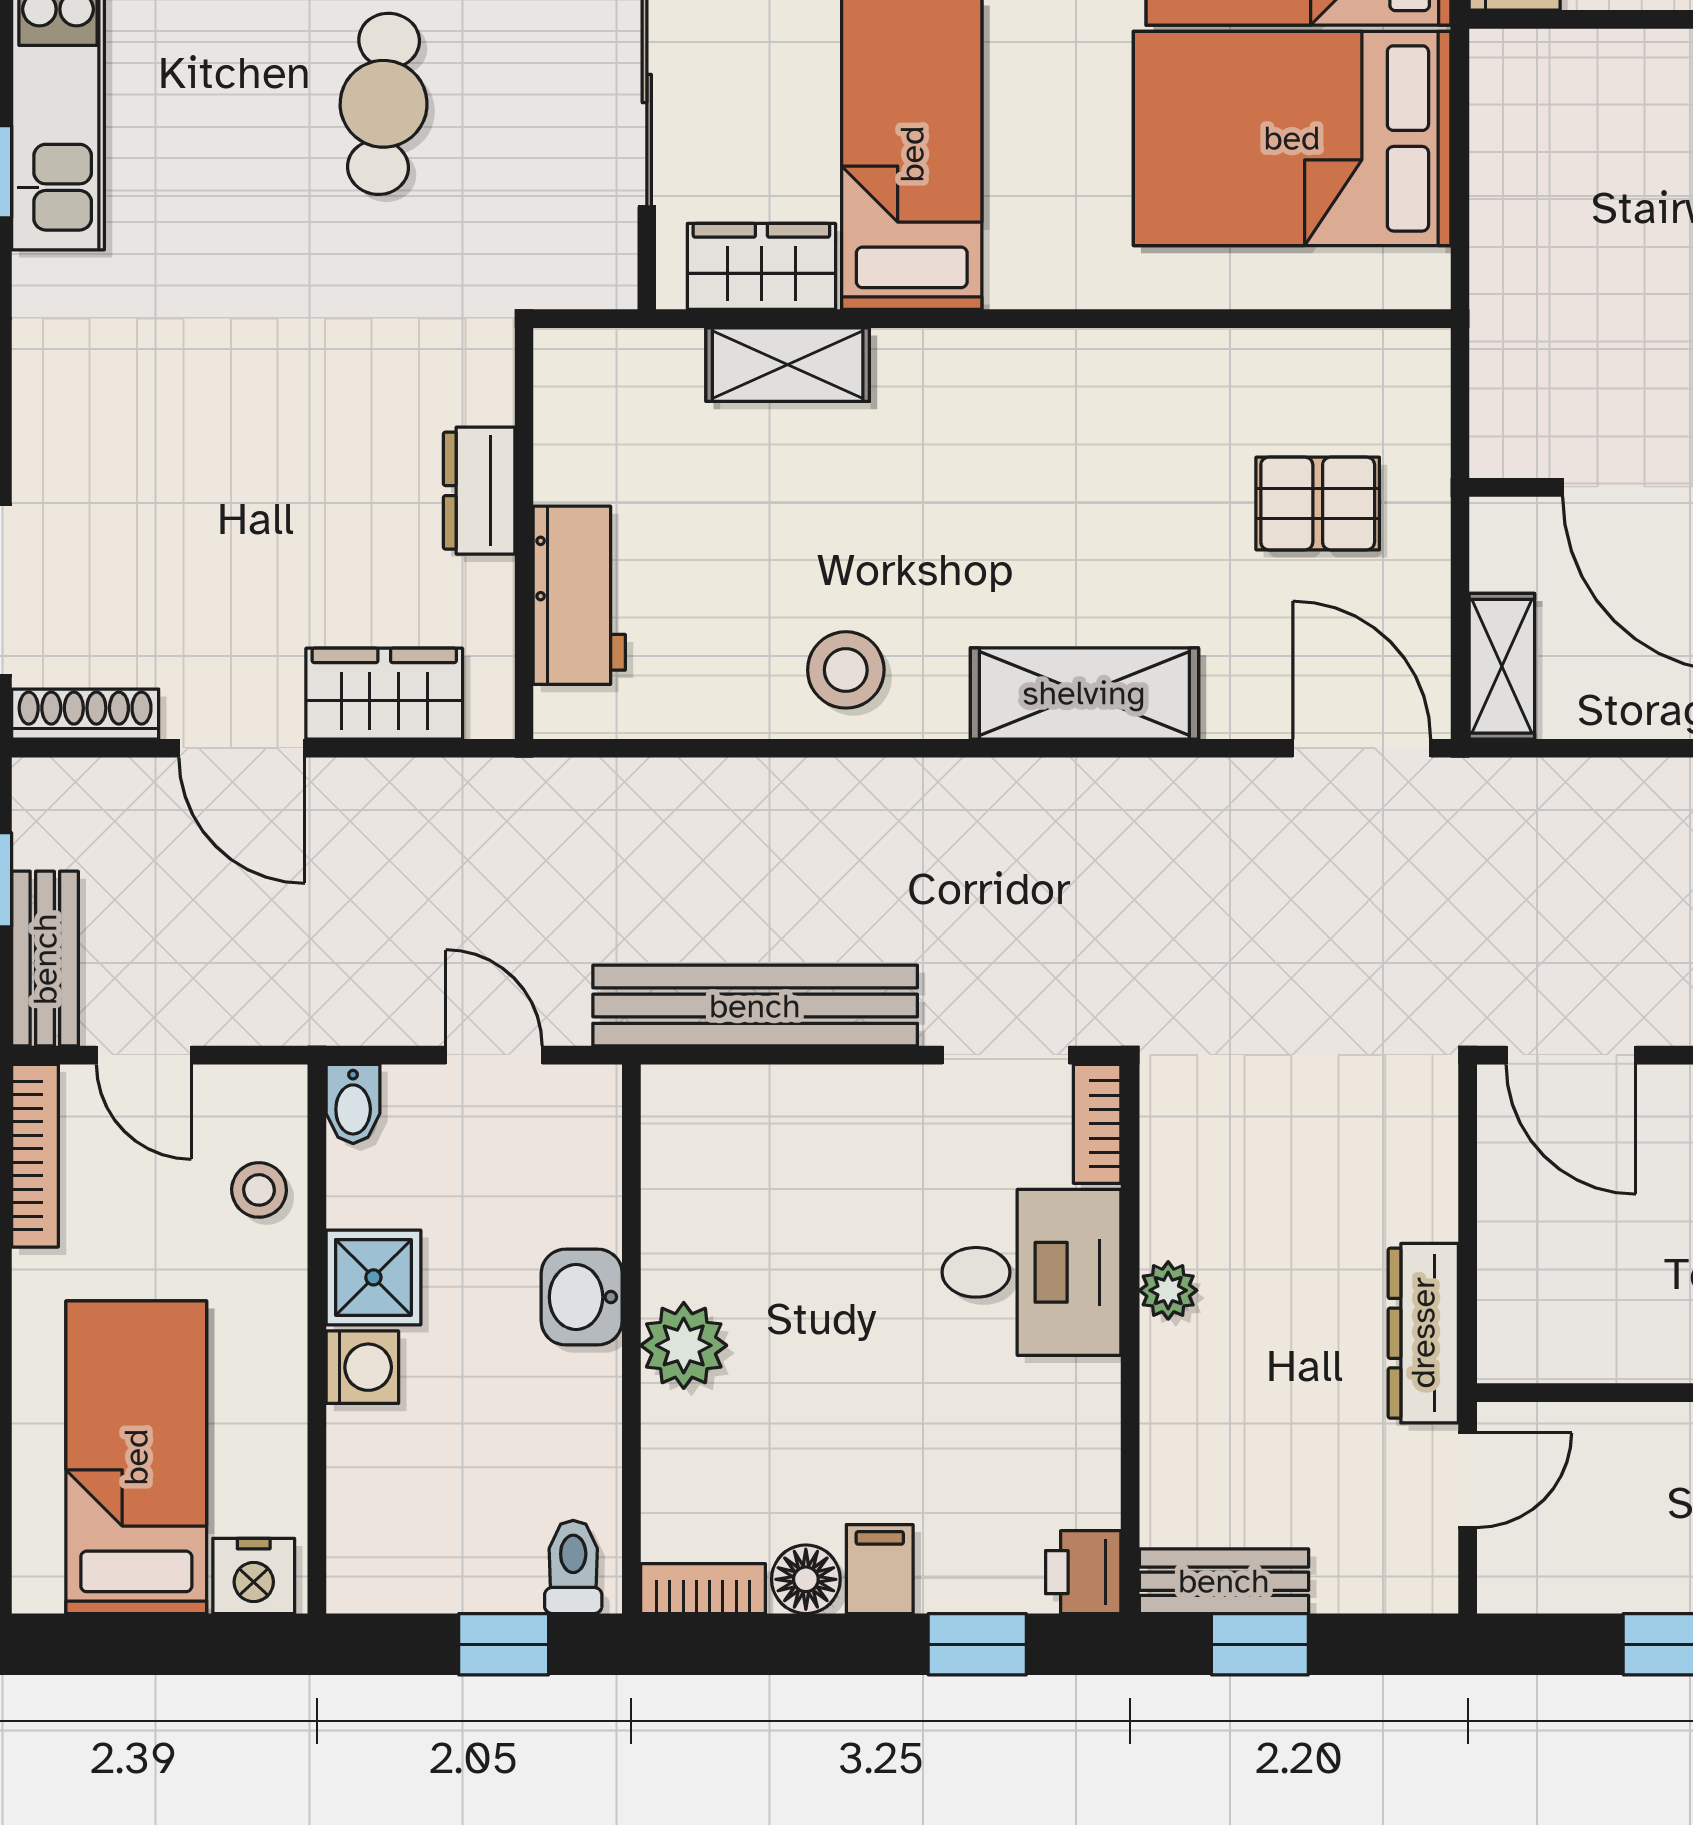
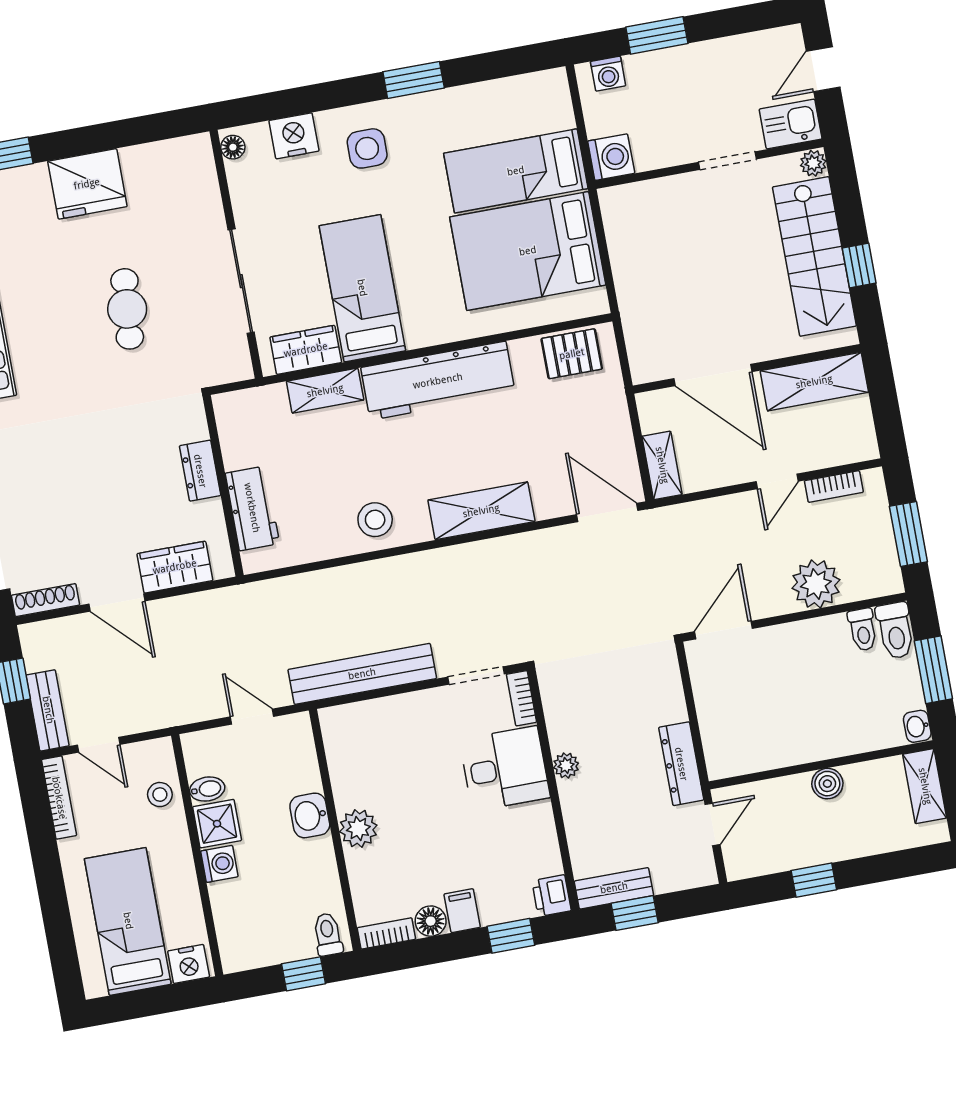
workbench: (1041, 388) -> (438, 381), added
pallet: (1318, 503) -> (572, 354), moved
door: (1571, 1055) -> (724, 630), swing flipped
bidet: (353, 1104) -> (207, 789), moved, turned -90

